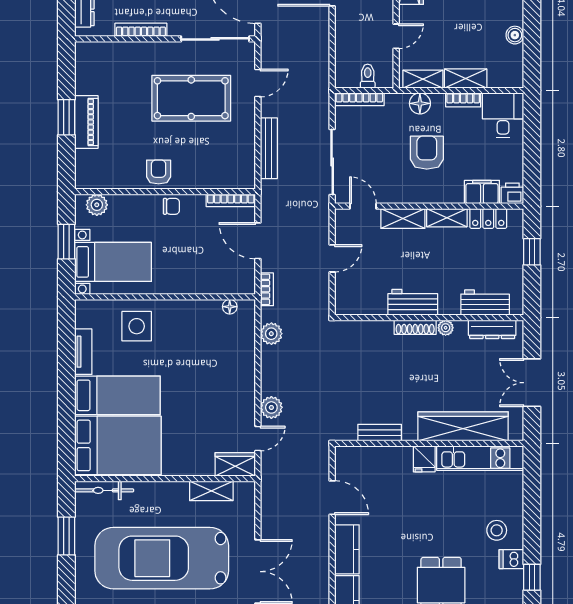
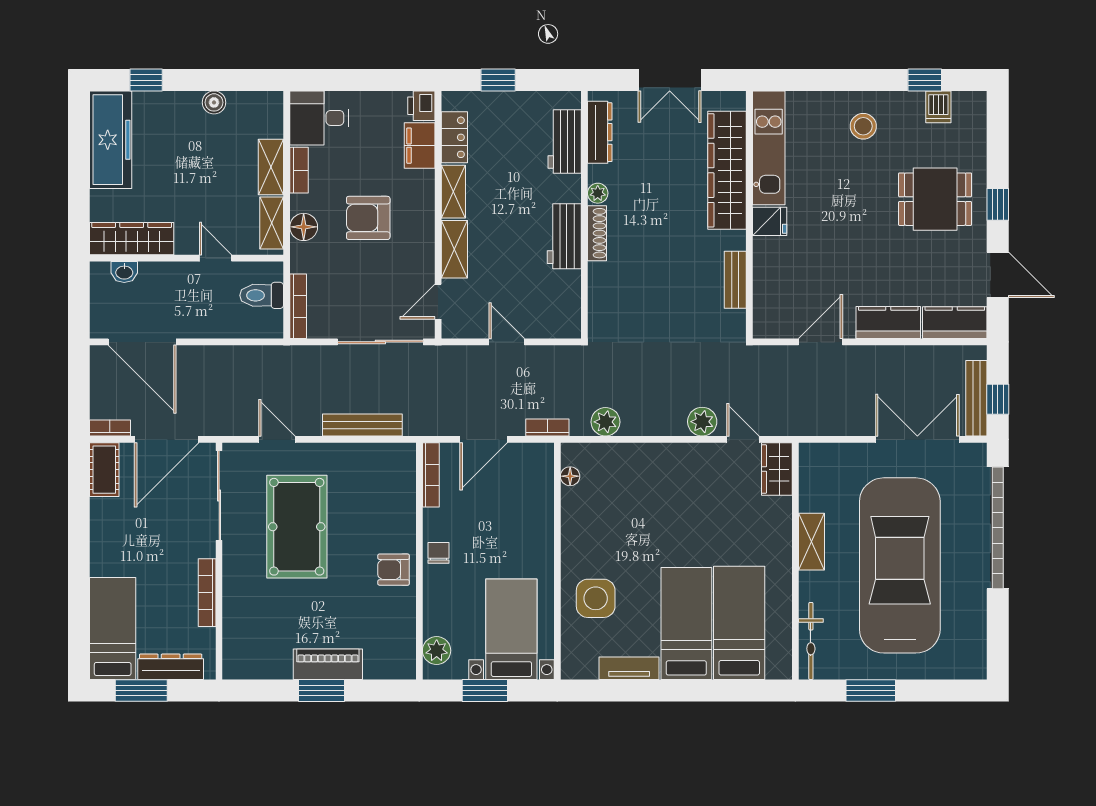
toilet: (368, 76) -> (262, 295), width x1.37, depth x1.39
bed: (118, 445) -> (739, 623), width x0.67
shelving: (211, 491) -> (811, 542), moved
car: (162, 558) -> (900, 565), turned 180
dishwasher: (511, 559) -> (938, 107), moved

